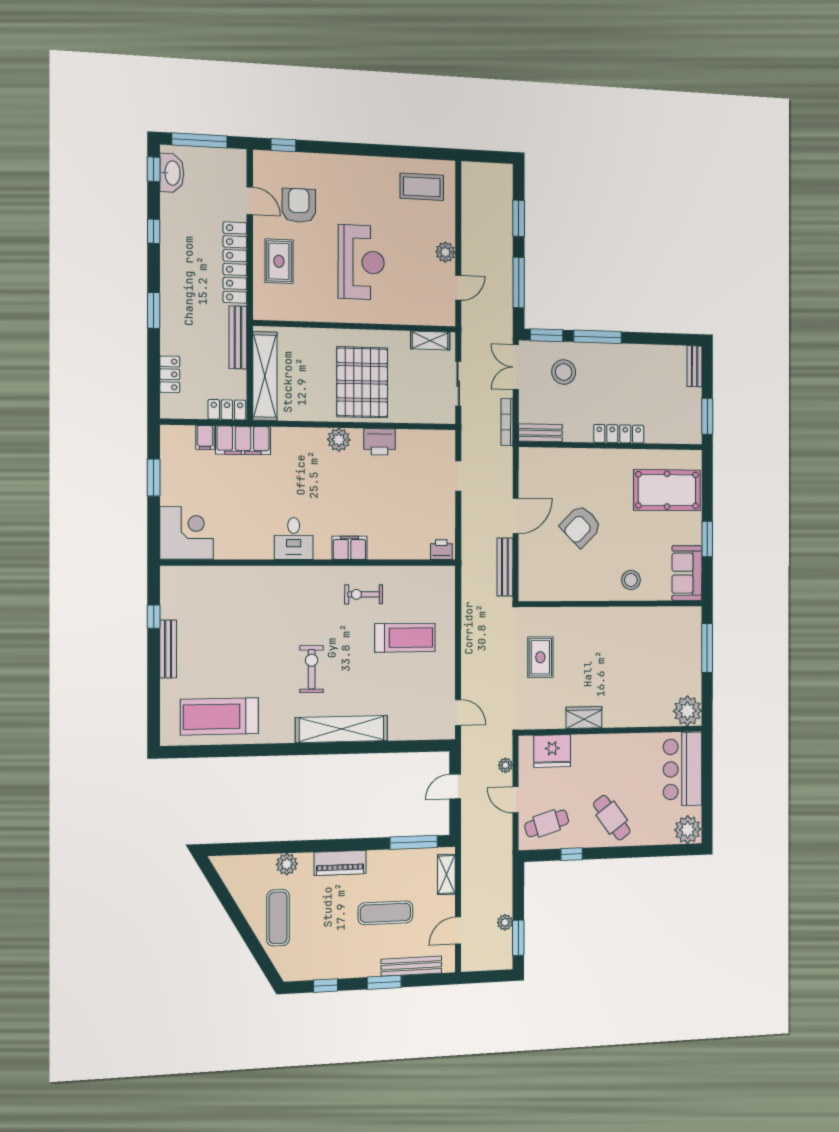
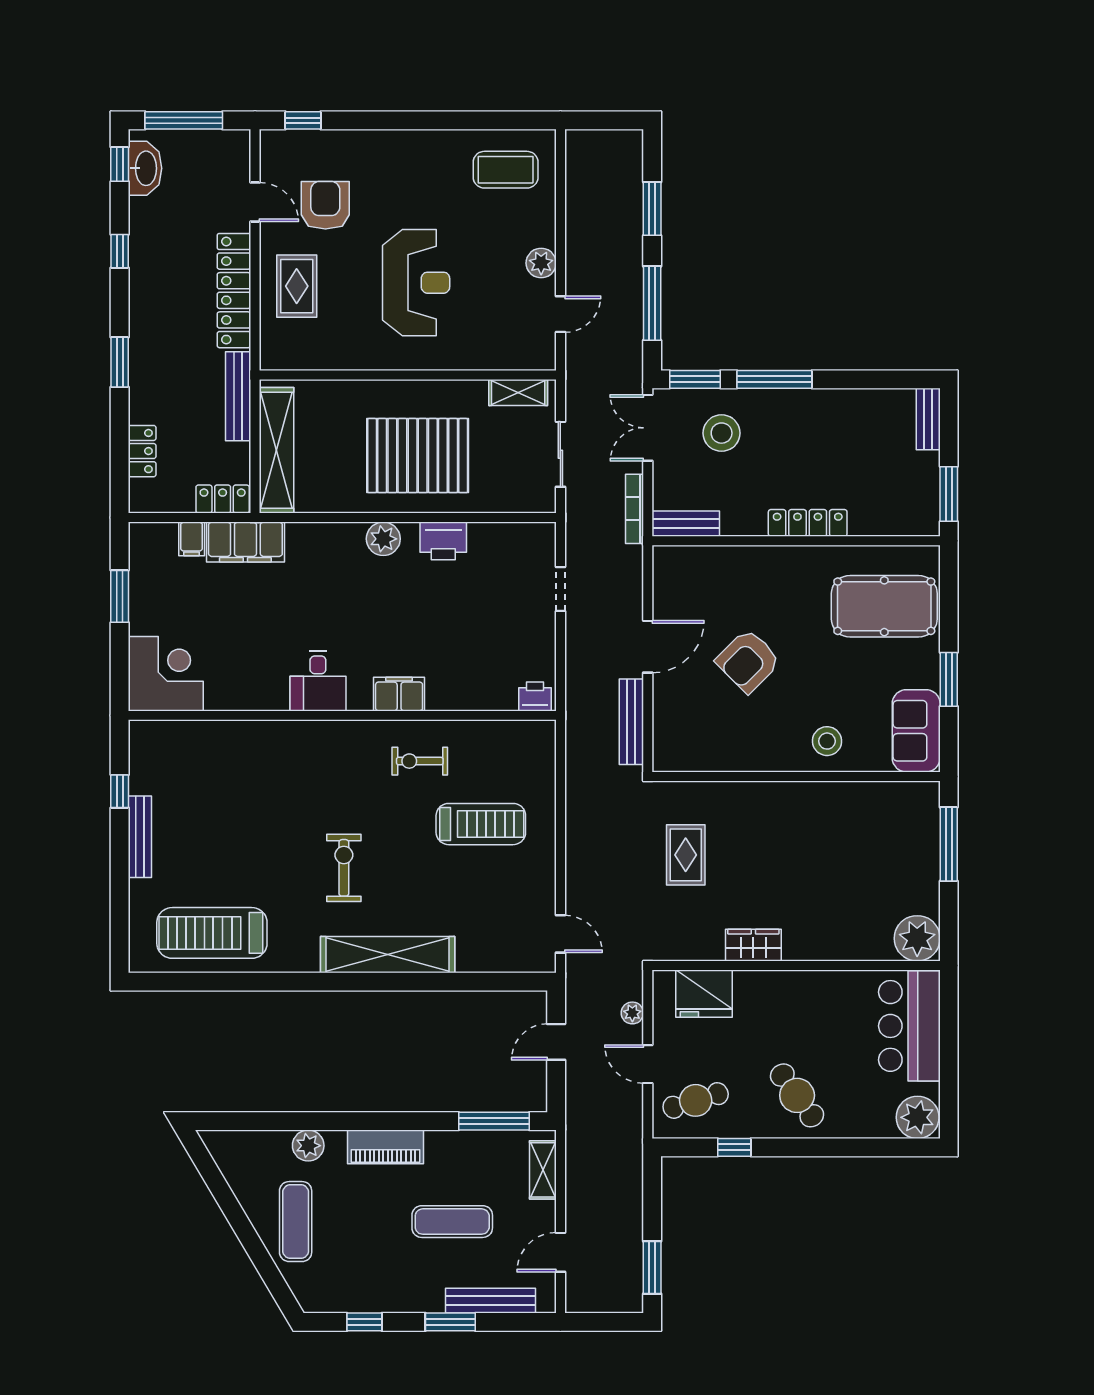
pallet: (362, 382) -> (418, 456), turned 90
plant: (505, 922) -> (632, 1244), removed

